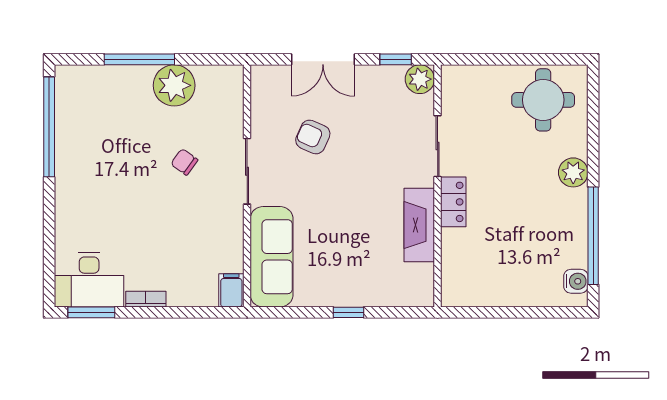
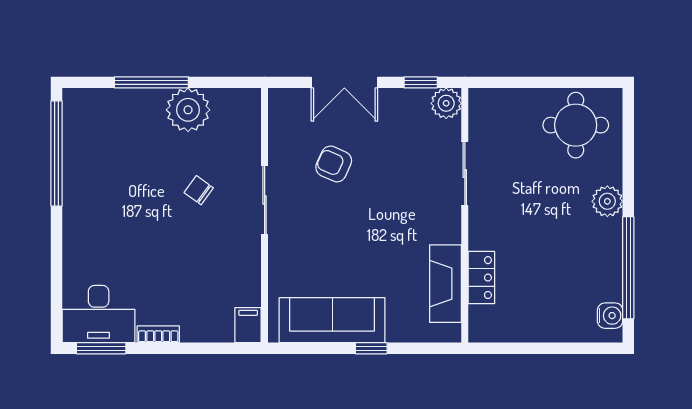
locker: (453, 202) -> (481, 278), moved
fireplace: (419, 225) -> (445, 284), moved
sofa: (272, 257) -> (332, 320), moved, turned -90

